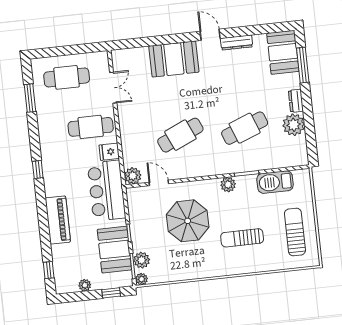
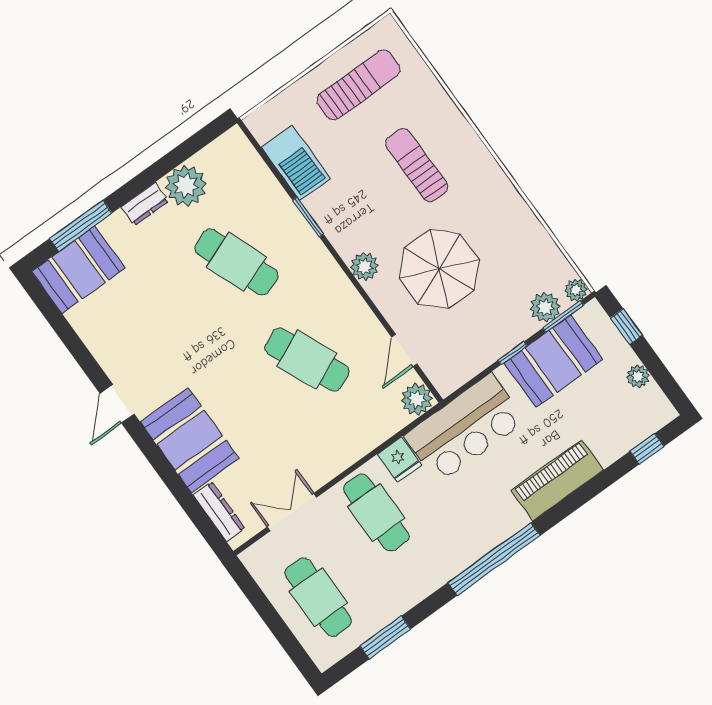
dresser: (237, 43) -> (219, 512), moved
window: (38, 170) -> (494, 559), width x3.17
plant: (228, 185) -> (365, 267), moved
sun lounger: (295, 232) -> (358, 85), turned 180
sun lounger: (242, 238) -> (417, 165), turned 180

